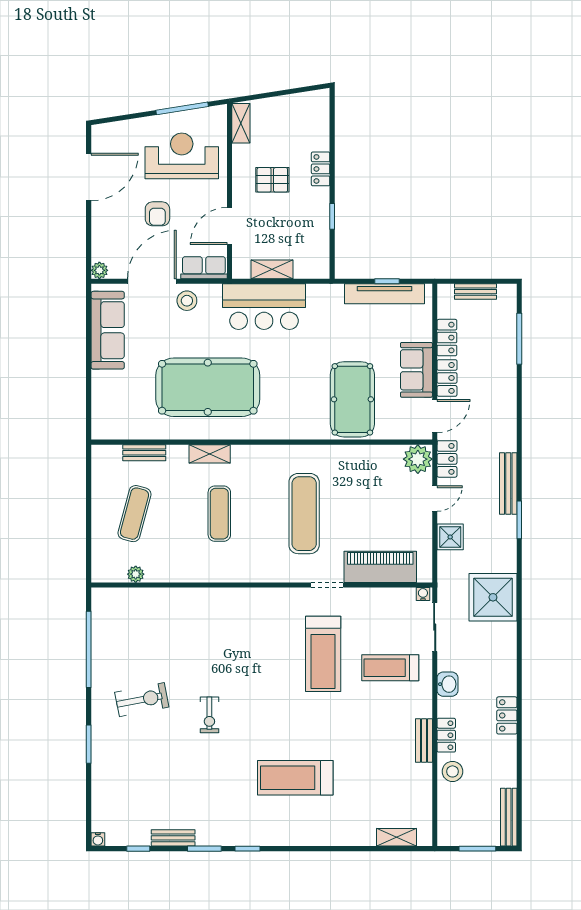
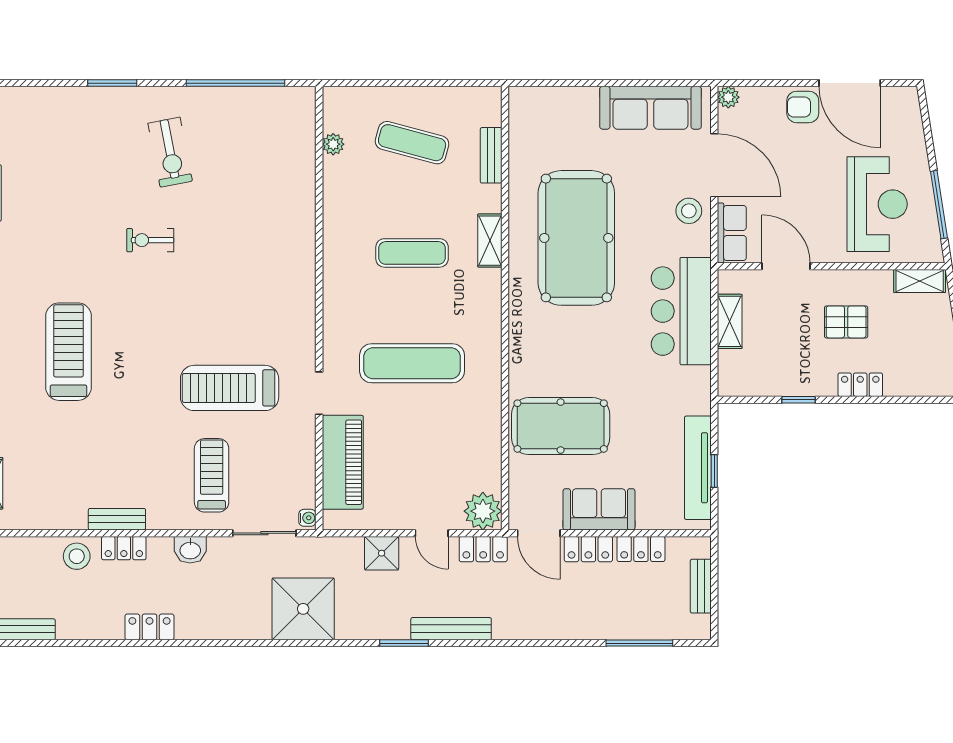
pallet: (272, 180) -> (846, 322), turned 90
armchair: (157, 214) -> (803, 107), moved

